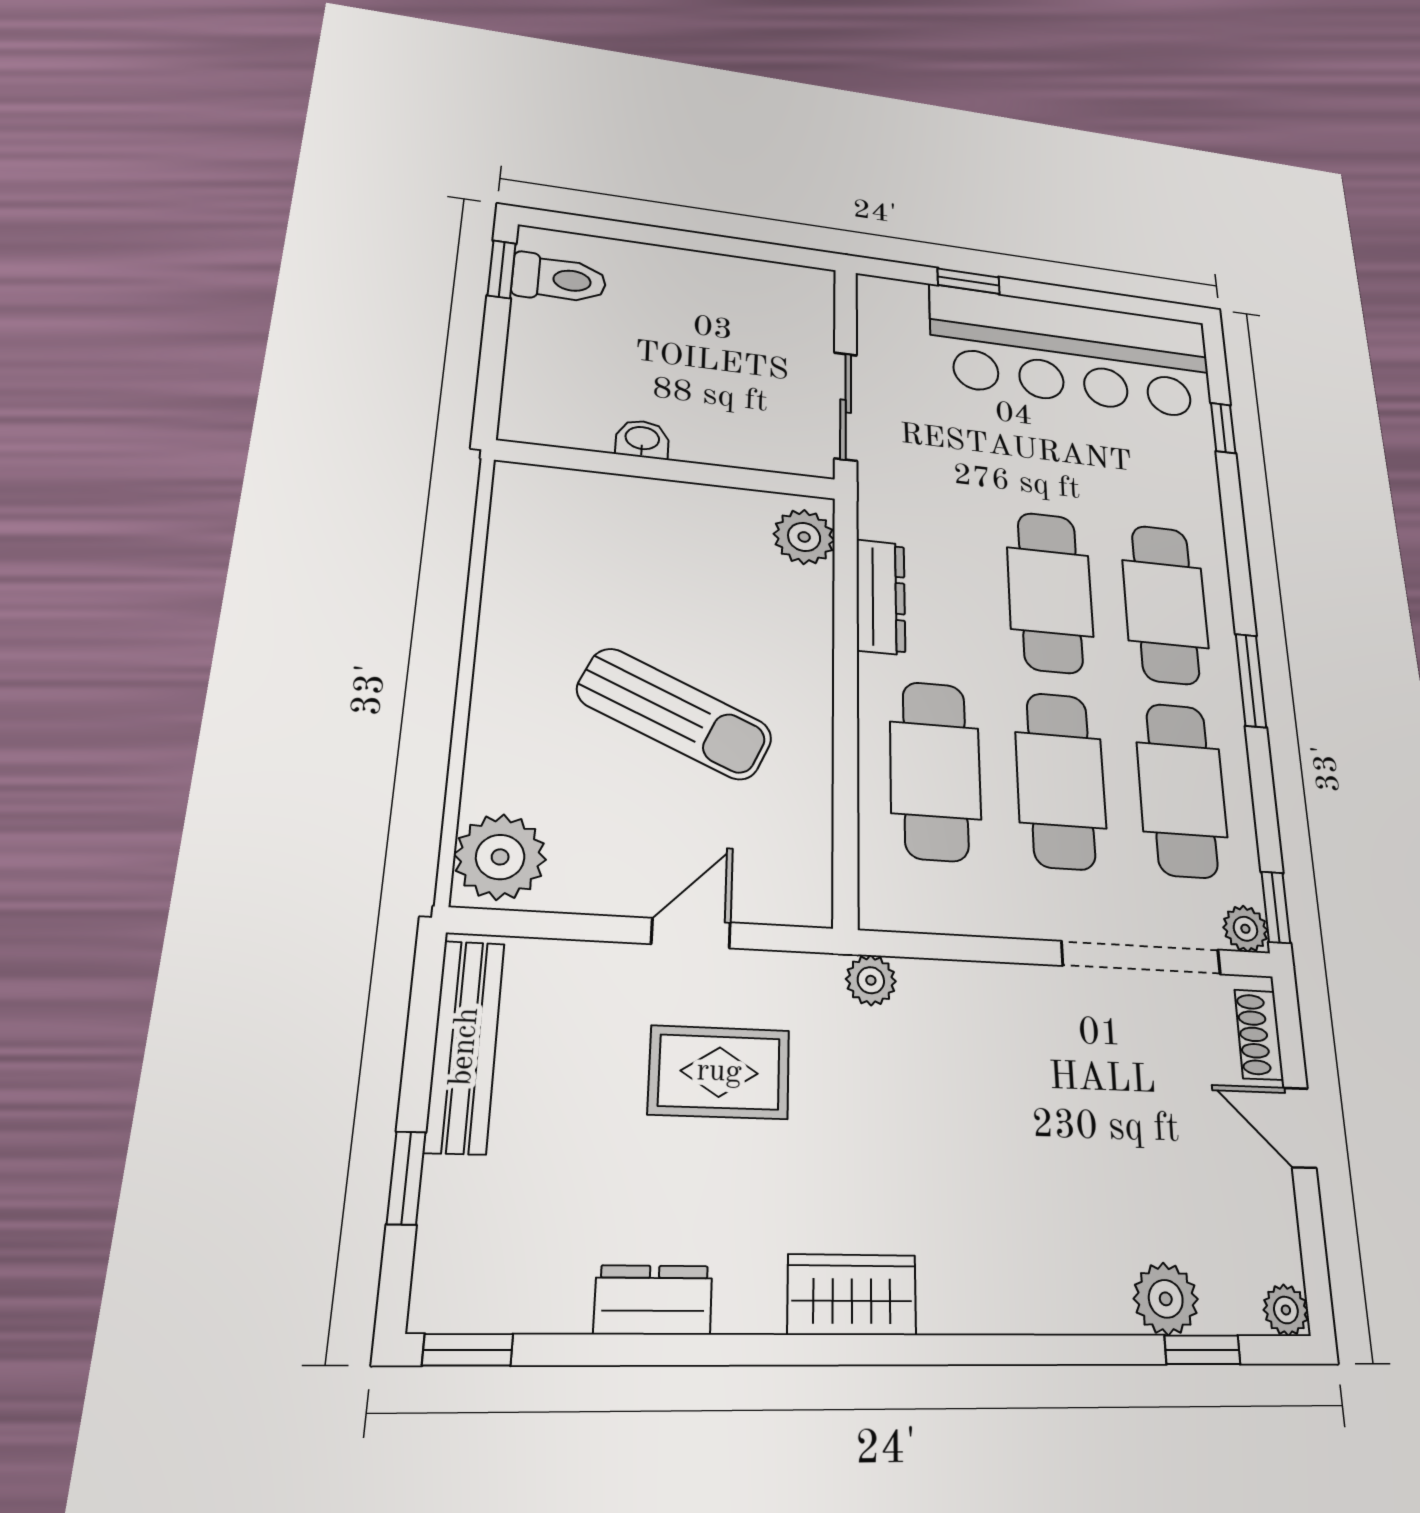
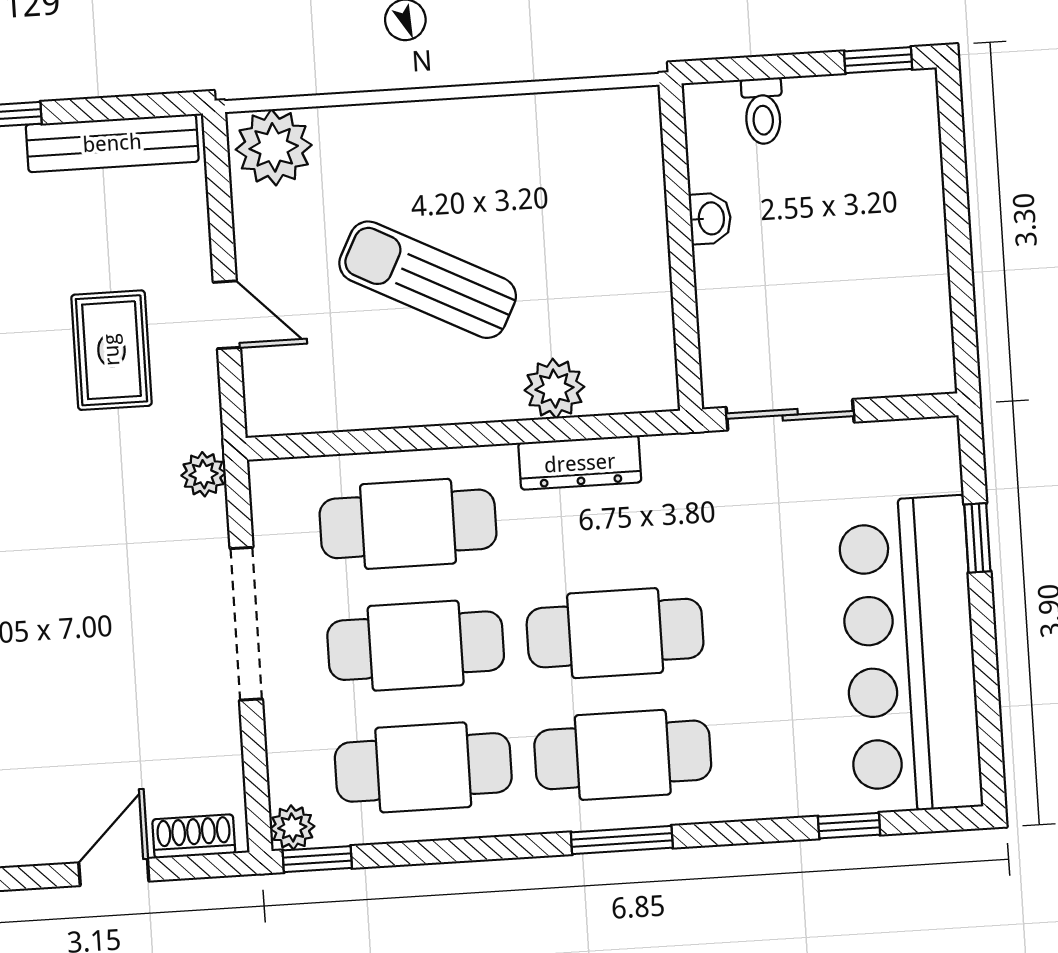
toilet: (559, 279) -> (763, 111), moved, width x0.73, depth x0.72
plant: (804, 537) -> (554, 389), moved
window: (1251, 680) -> (622, 840), moved
sun lounger: (675, 714) -> (428, 280), turned 93
doorway: (1141, 958) -> (246, 624), moved

